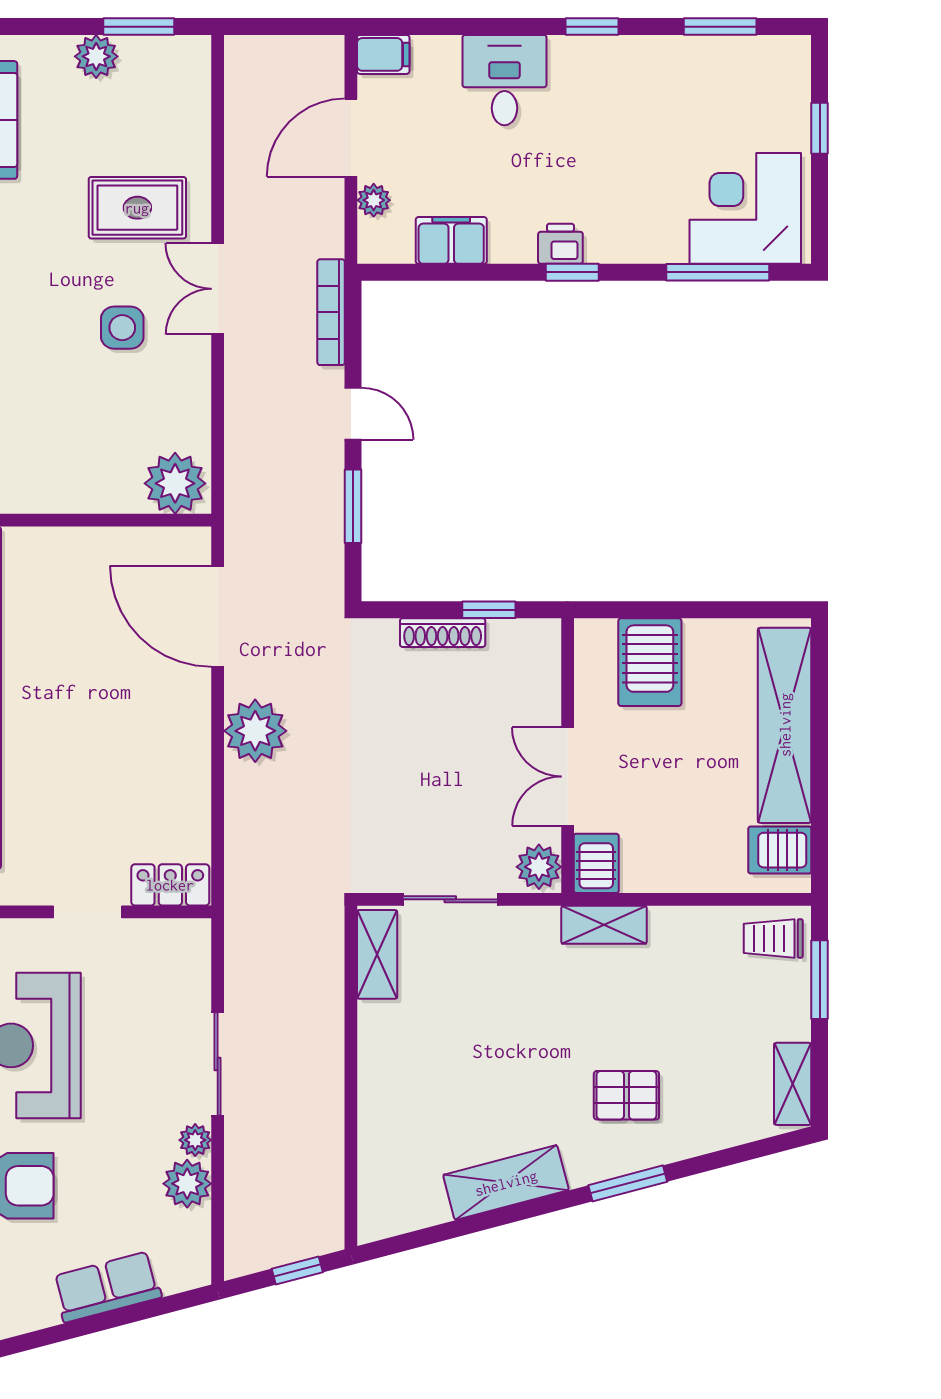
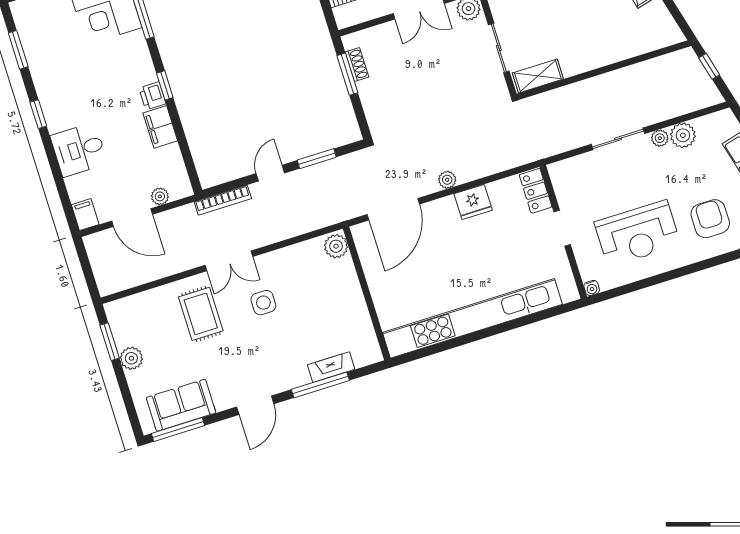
filing cabinet: (451, 240) -> (160, 127), moved
plant: (175, 483) -> (336, 246), width x0.73, depth x0.73
window: (489, 610) -> (347, 74), width x1.50
shoe rack: (443, 633) -> (357, 64), moved, width x0.70
plant: (255, 731) -> (447, 180), width x0.53, depth x0.53
fridge: (185, 765) -> (473, 202), added

